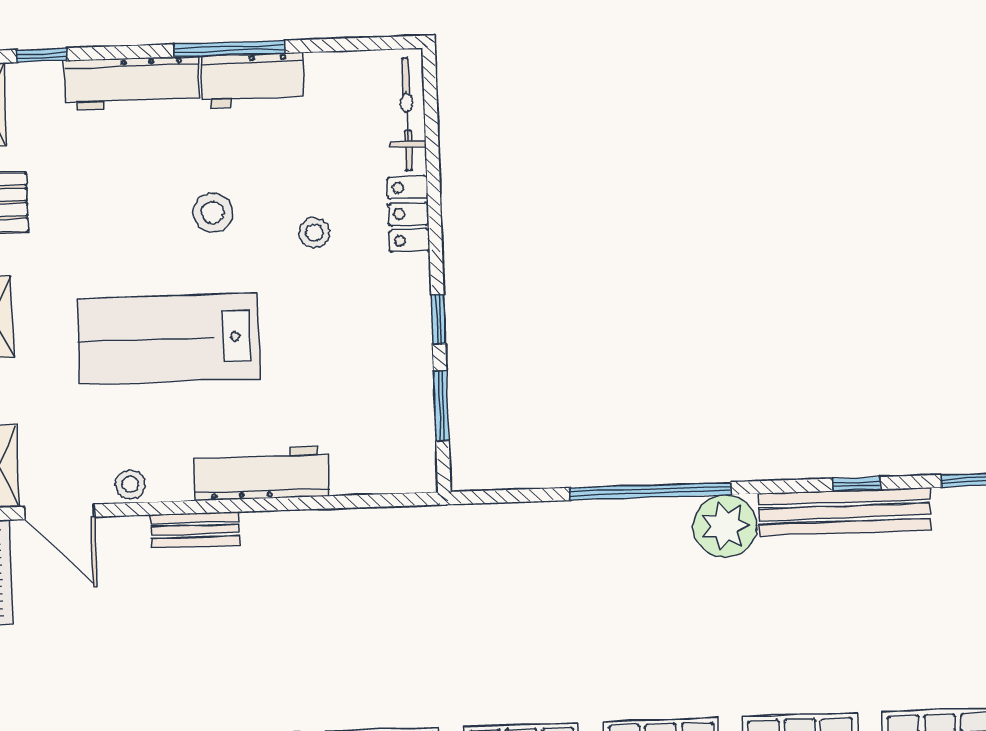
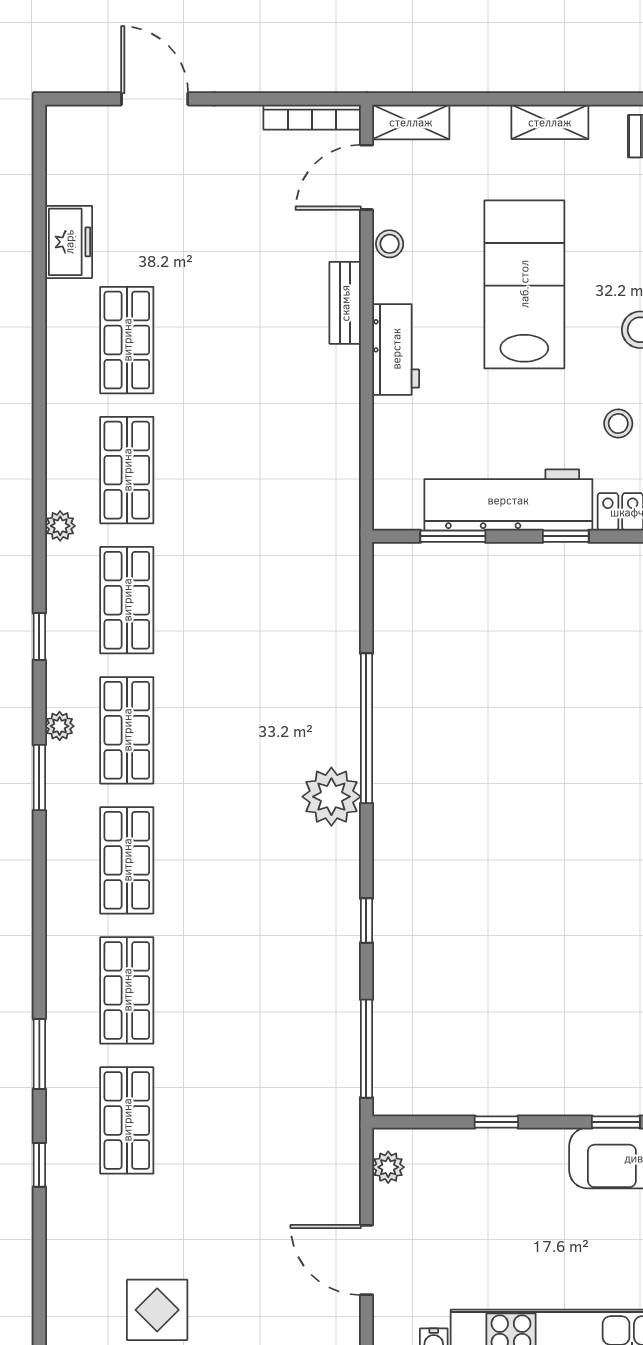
window: (438, 319) -> (566, 536), moved
workbench: (400, 348) -> (508, 500), added
workbench: (261, 473) -> (396, 349), width x0.73
bench: (845, 512) -> (341, 909), removed

